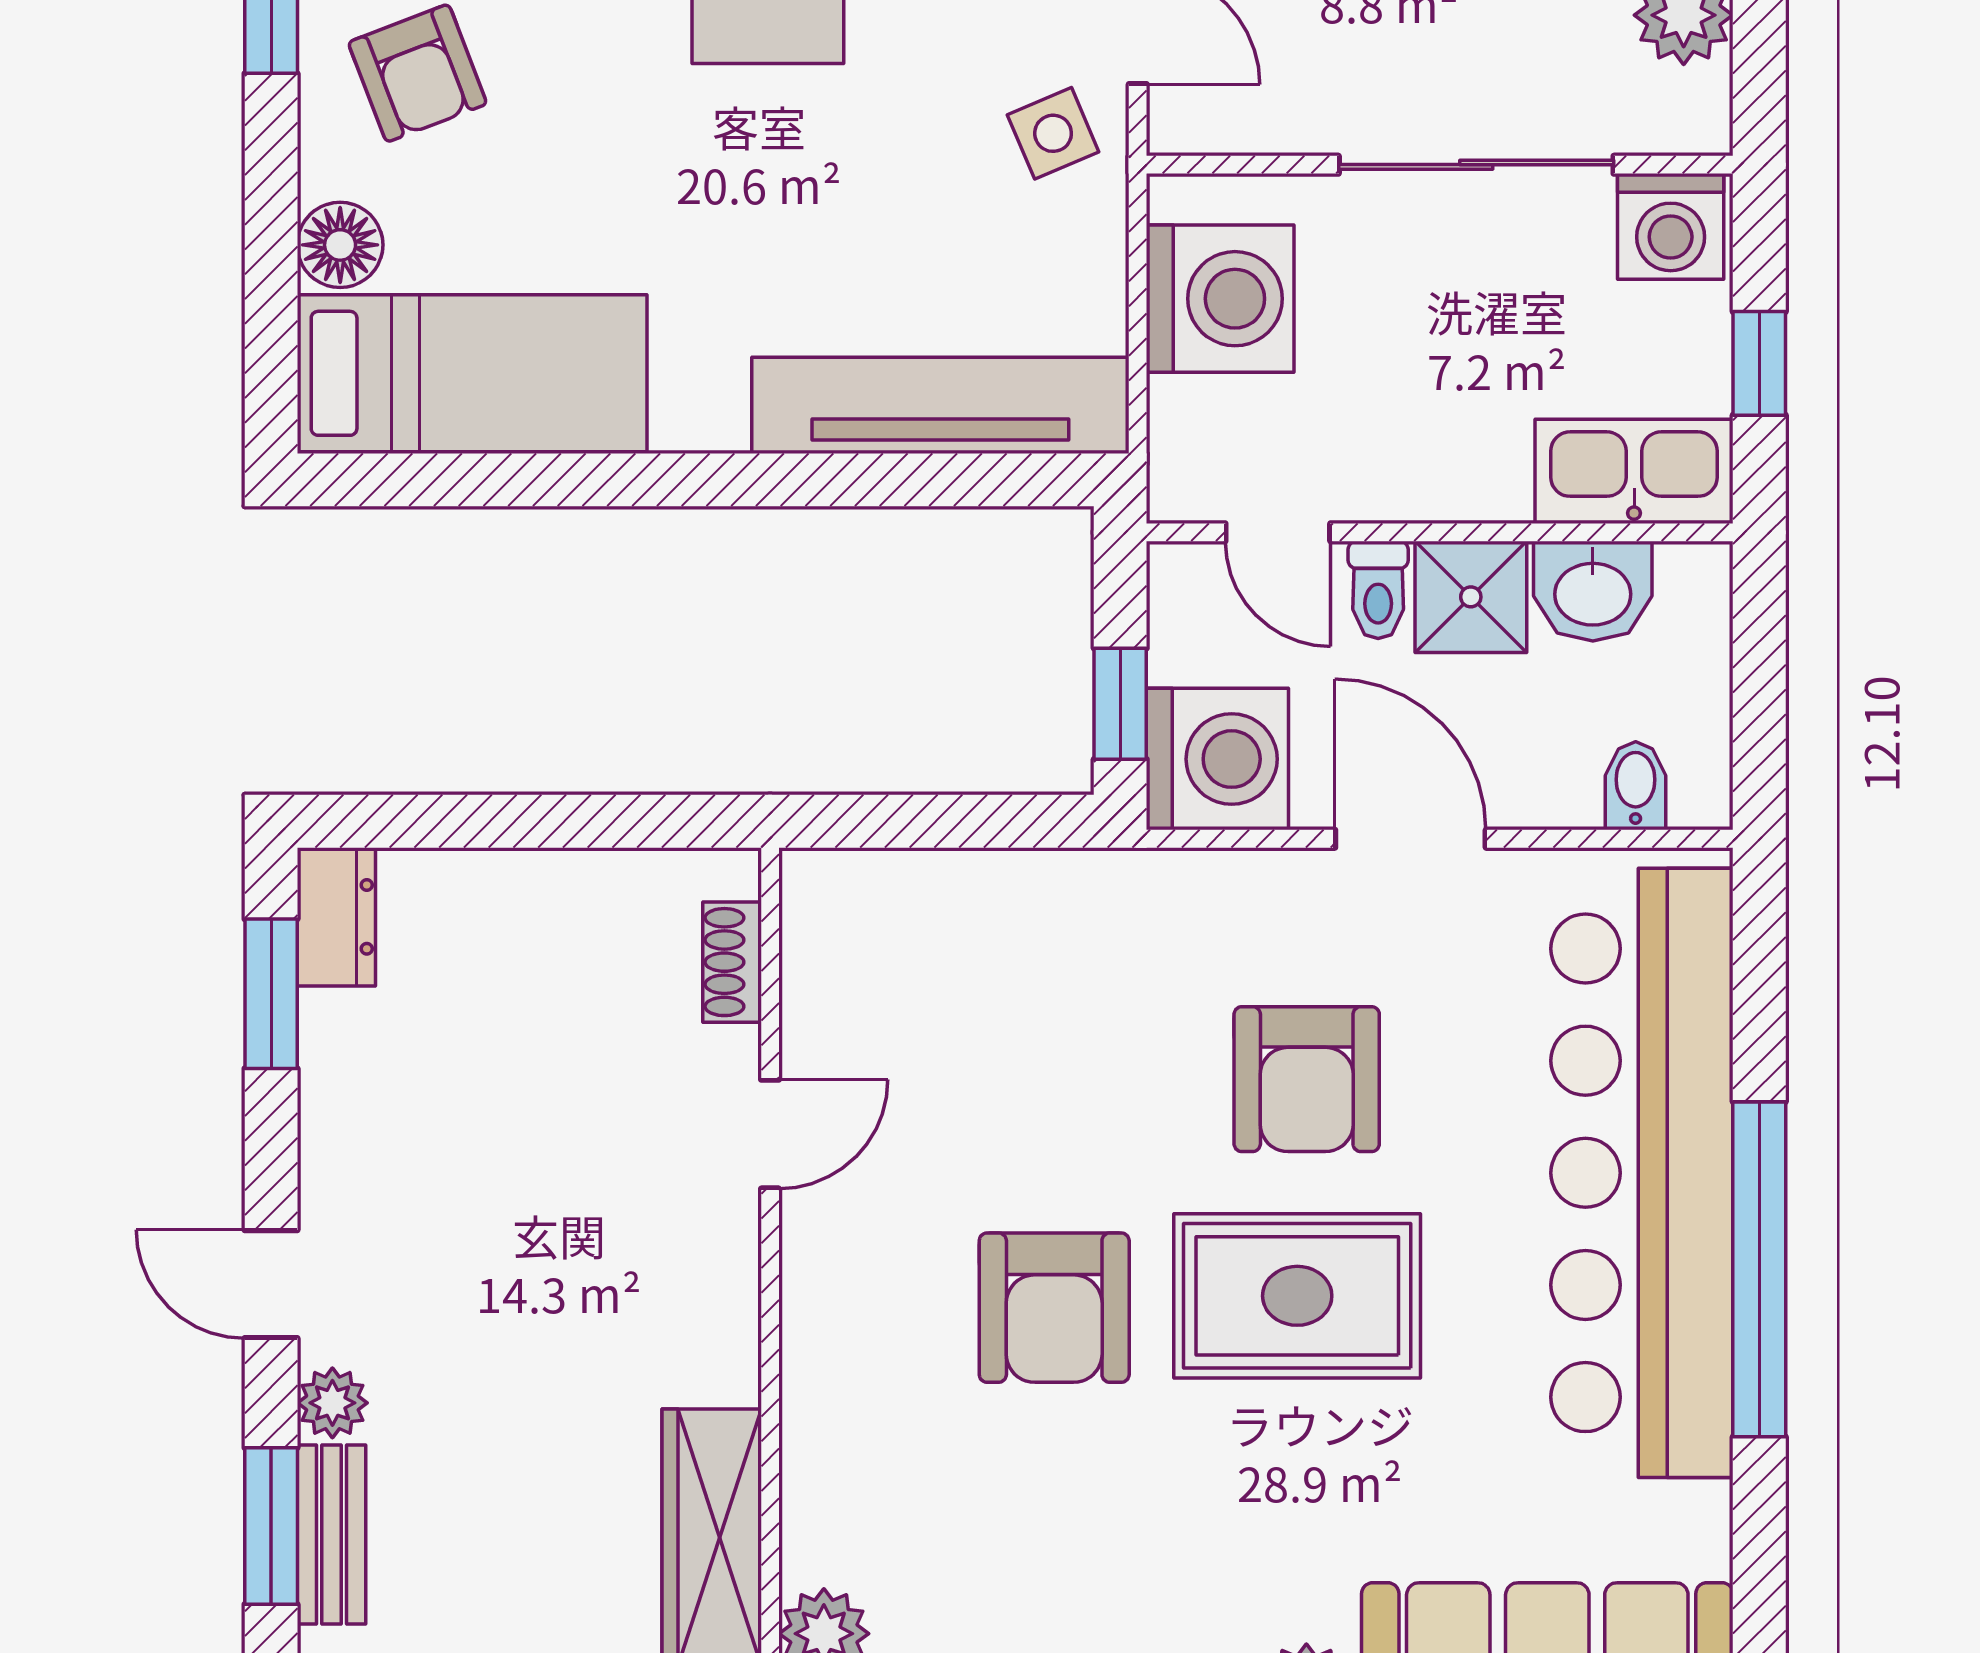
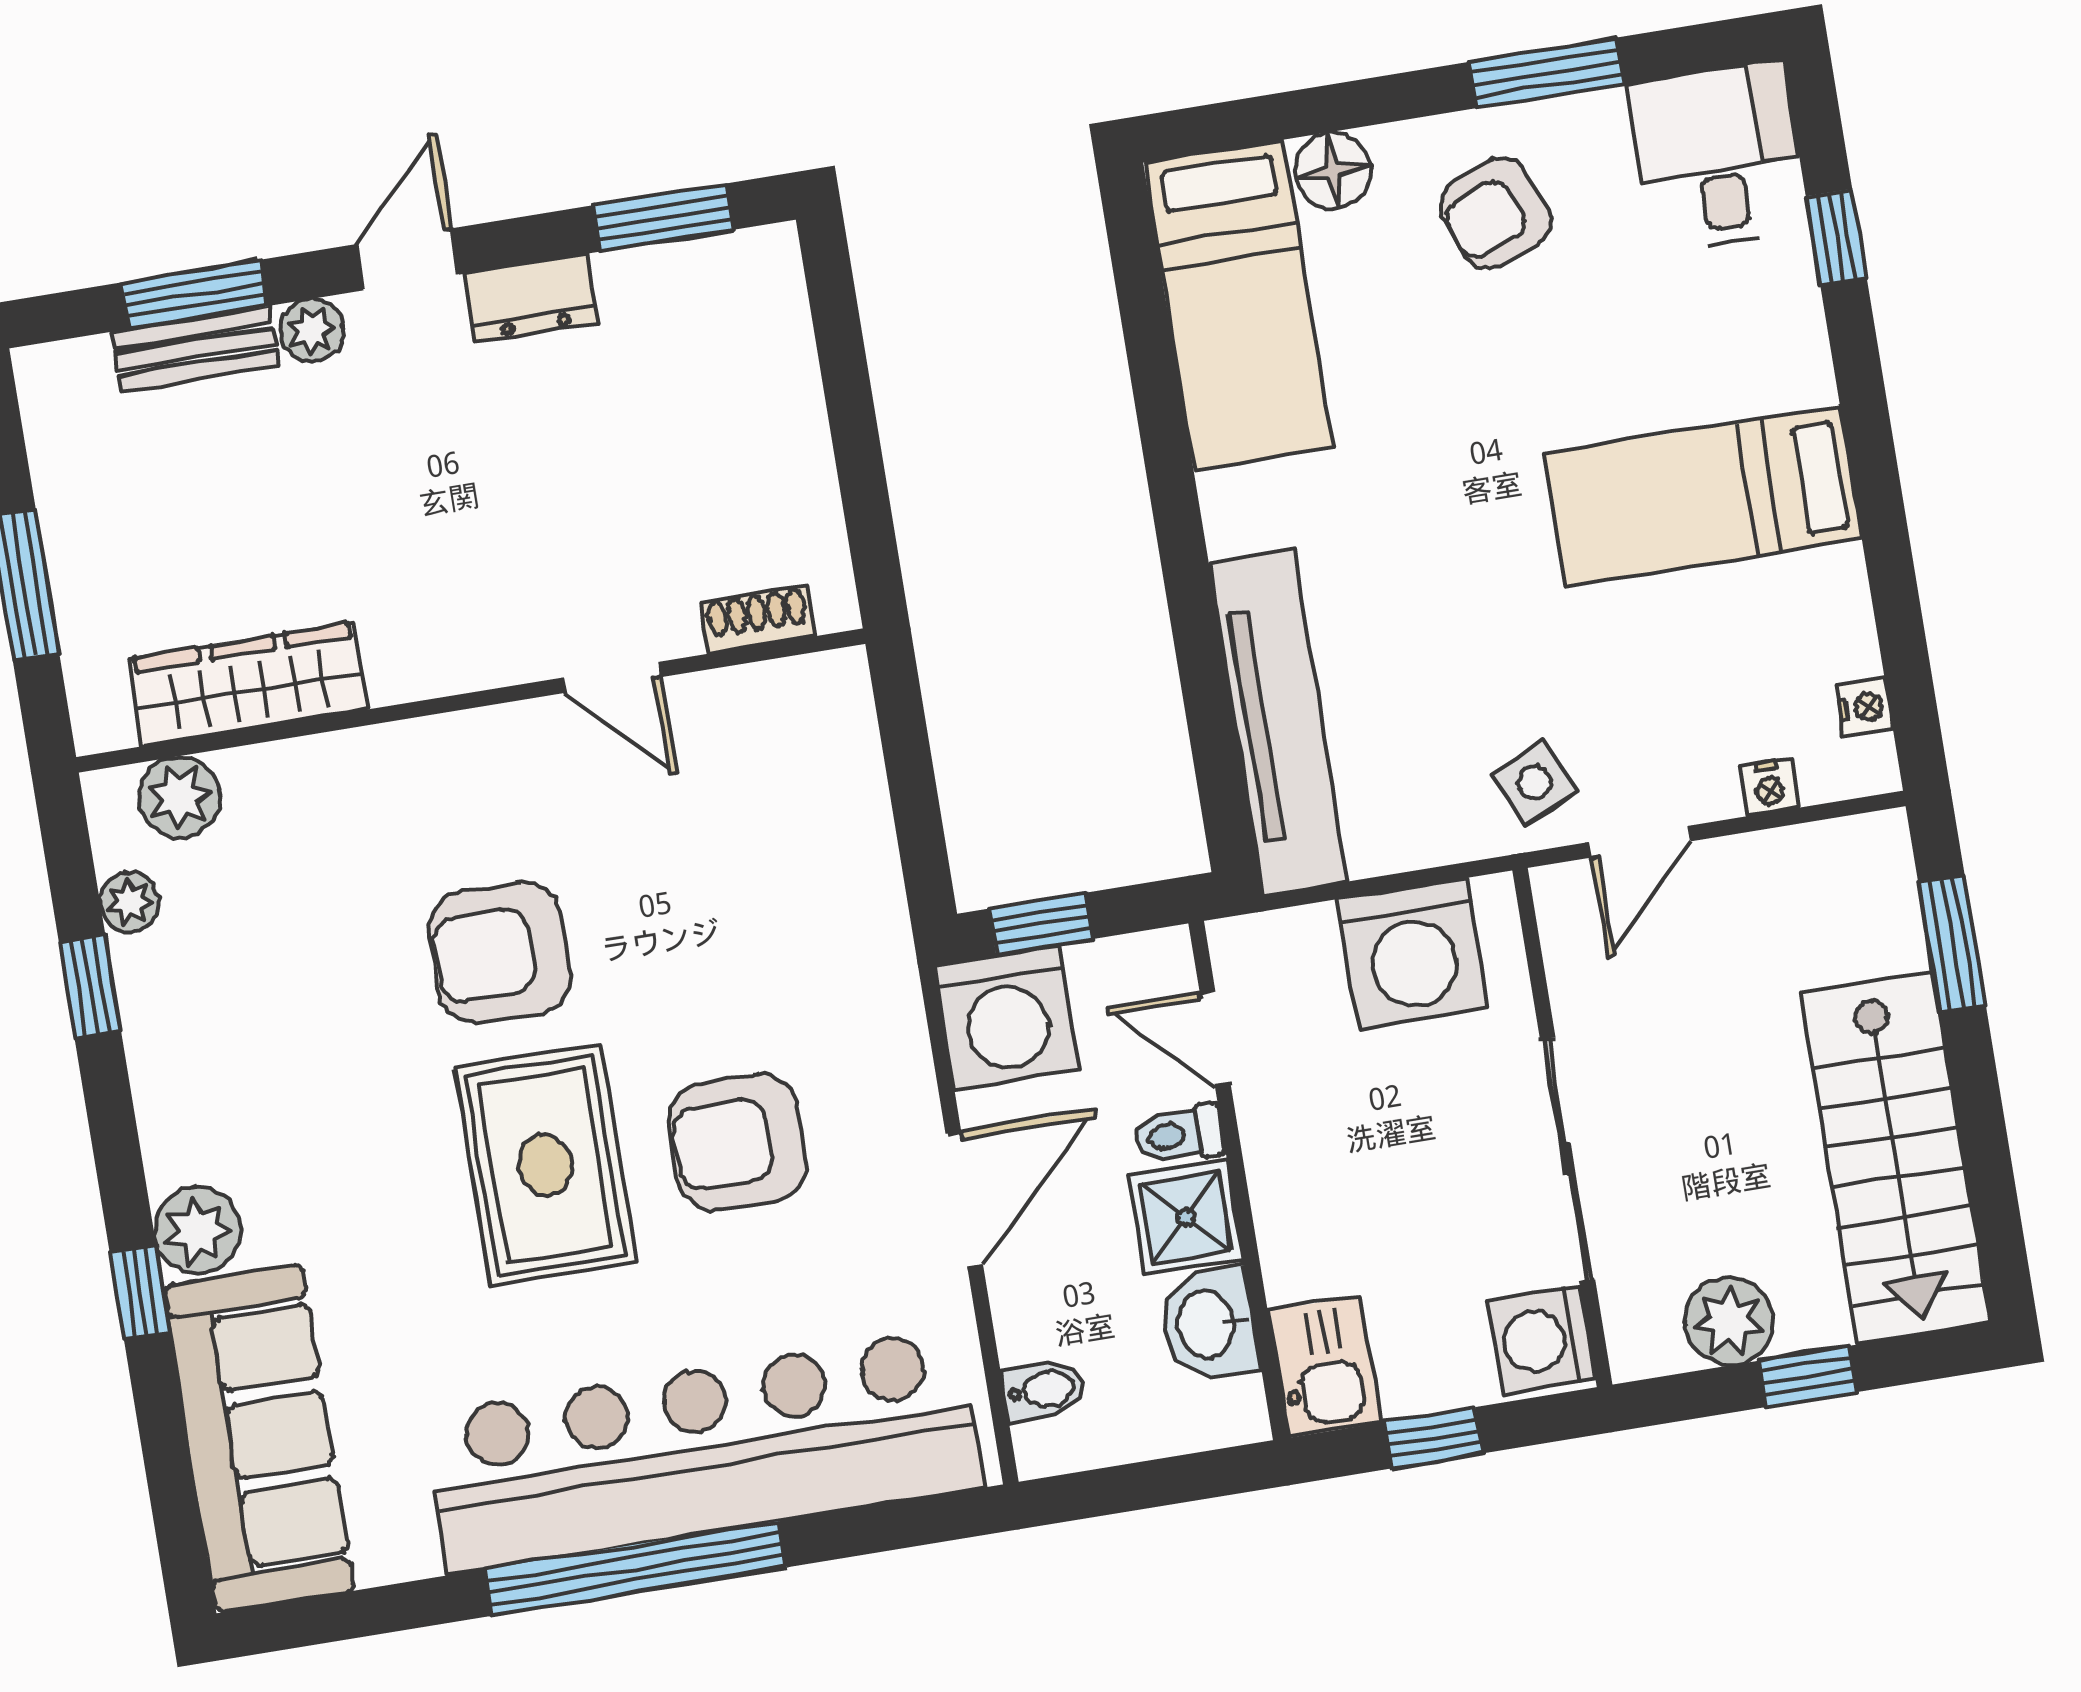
kitchen sink: (1634, 471) -> (1324, 1367), width x0.73
door: (1278, 532) -> (1215, 1038), hinge flipped
dresser: (336, 917) -> (531, 298), moved

